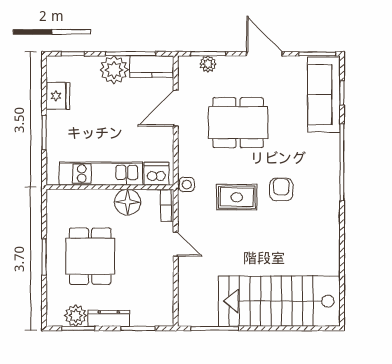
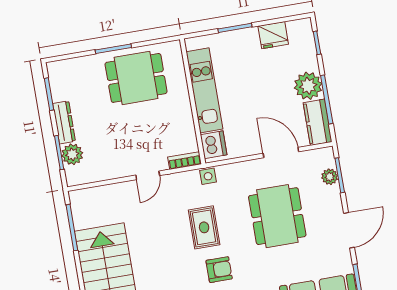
floor lamp: (128, 202) -> (181, 121), removed
dining table: (90, 256) -> (136, 78), moved
plant: (76, 316) -> (72, 154), moved

